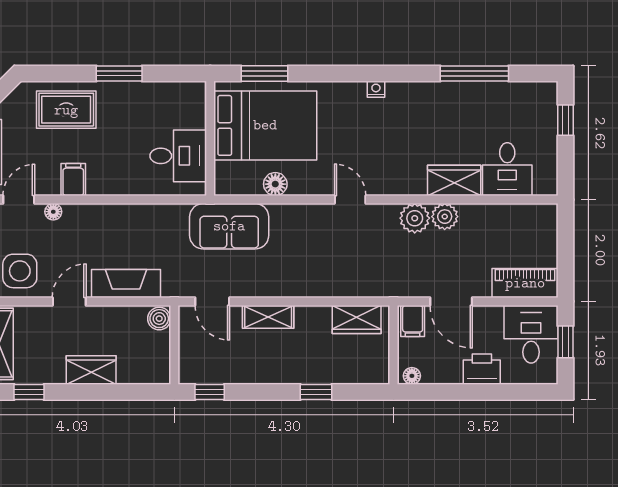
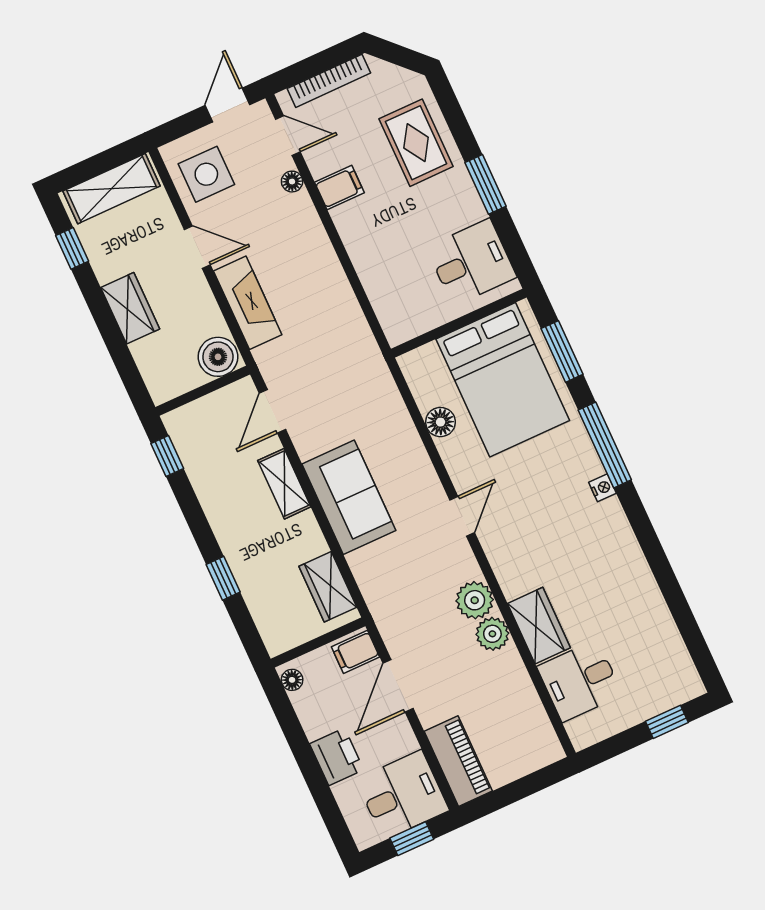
window: (474, 73) -> (605, 445), moved
desk: (178, 156) -> (471, 262), moved, turned -90
sofa: (229, 226) -> (349, 497), moved, turned 180
boiler: (159, 319) -> (218, 357), width x1.36, depth x1.36

